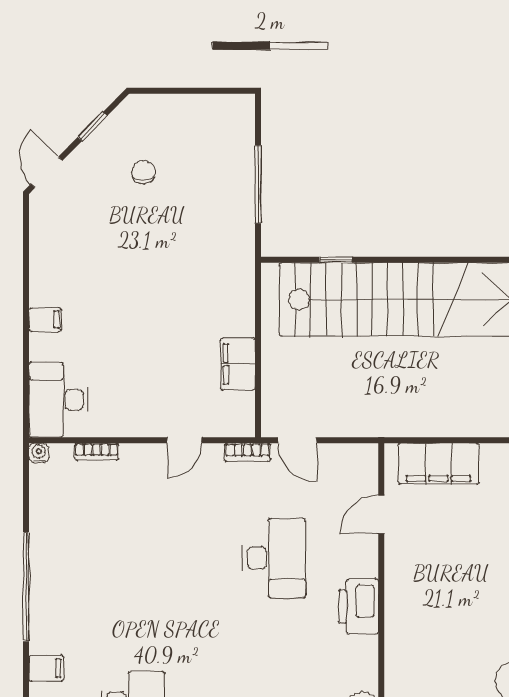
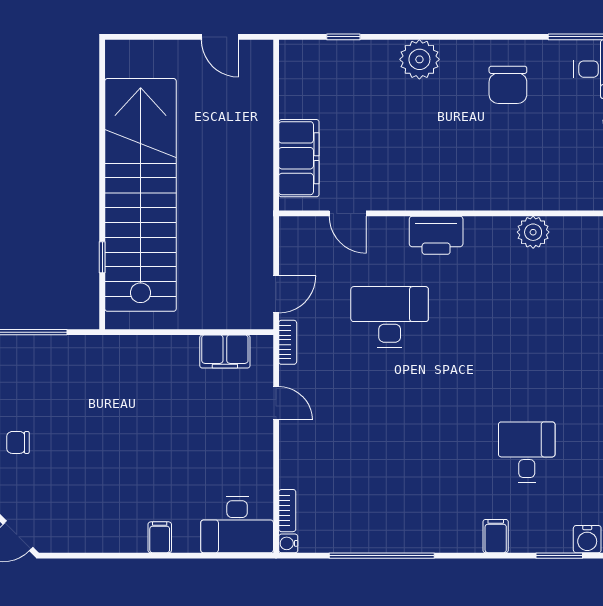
filing cabinet: (238, 364) -> (225, 351), moved
bookcase: (97, 452) -> (287, 511), moved
window: (26, 587) -> (382, 556), moved

